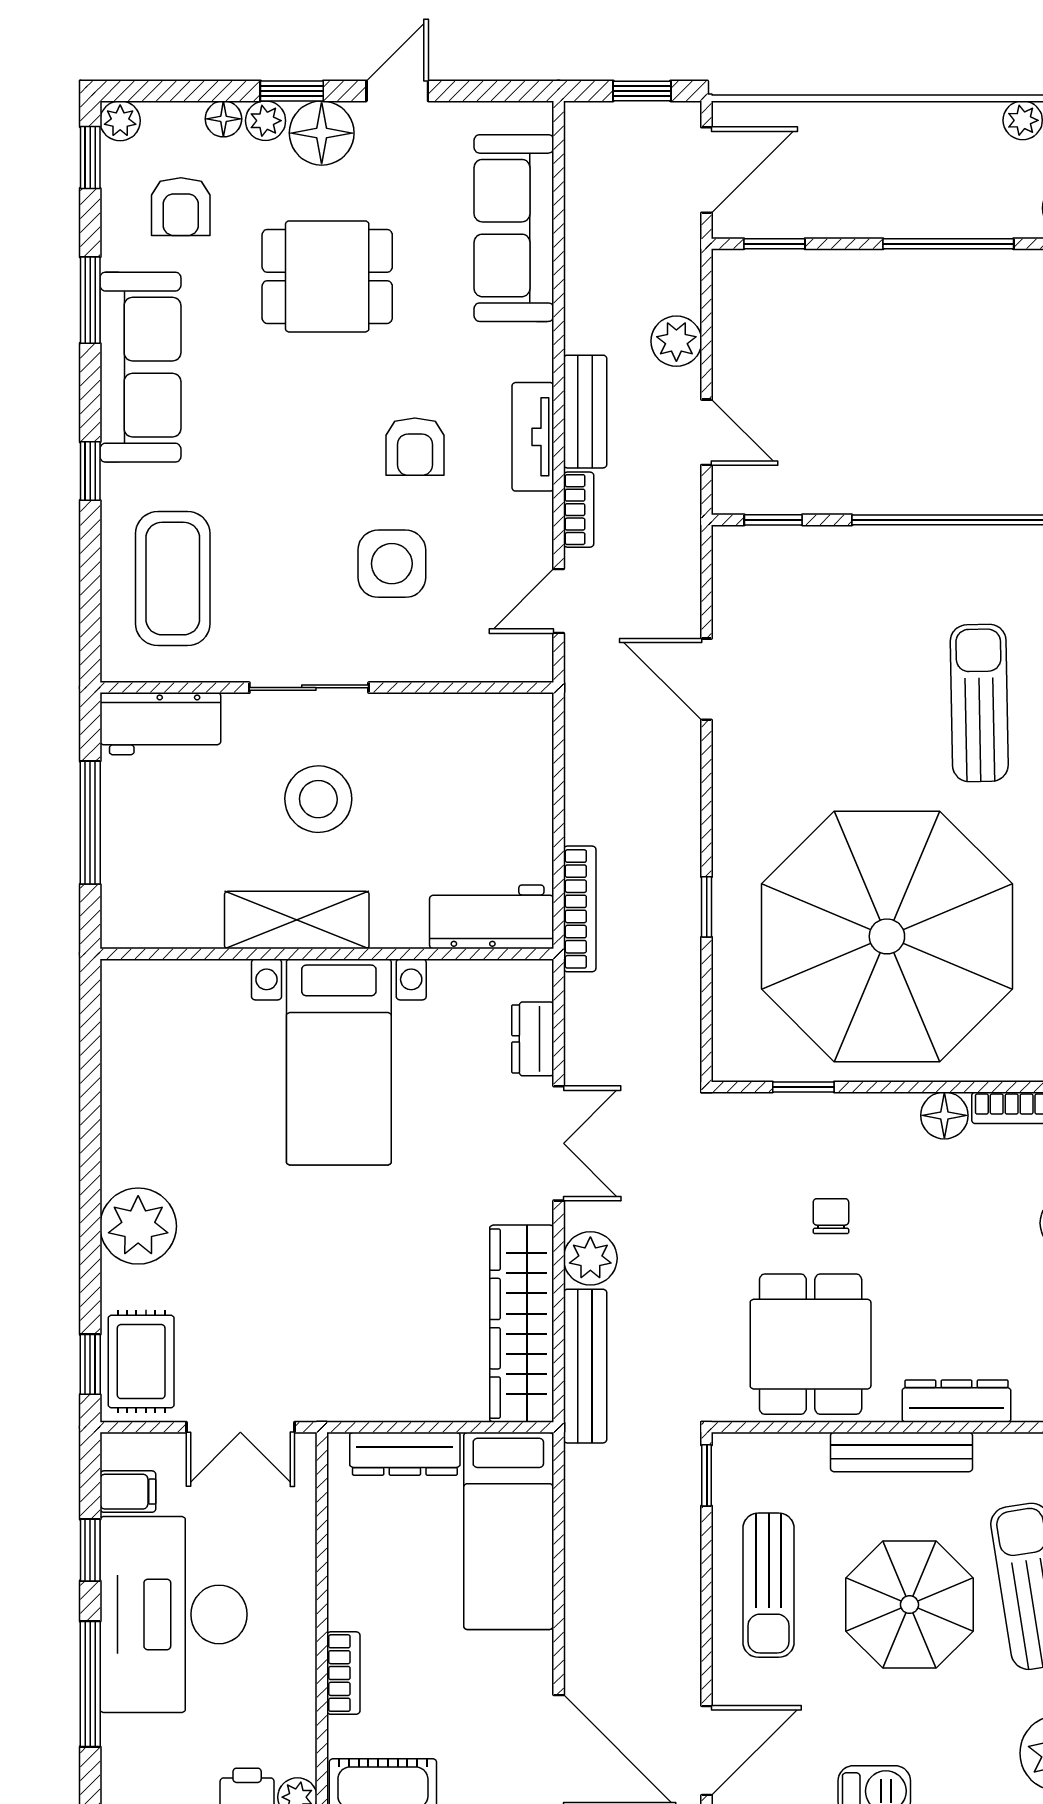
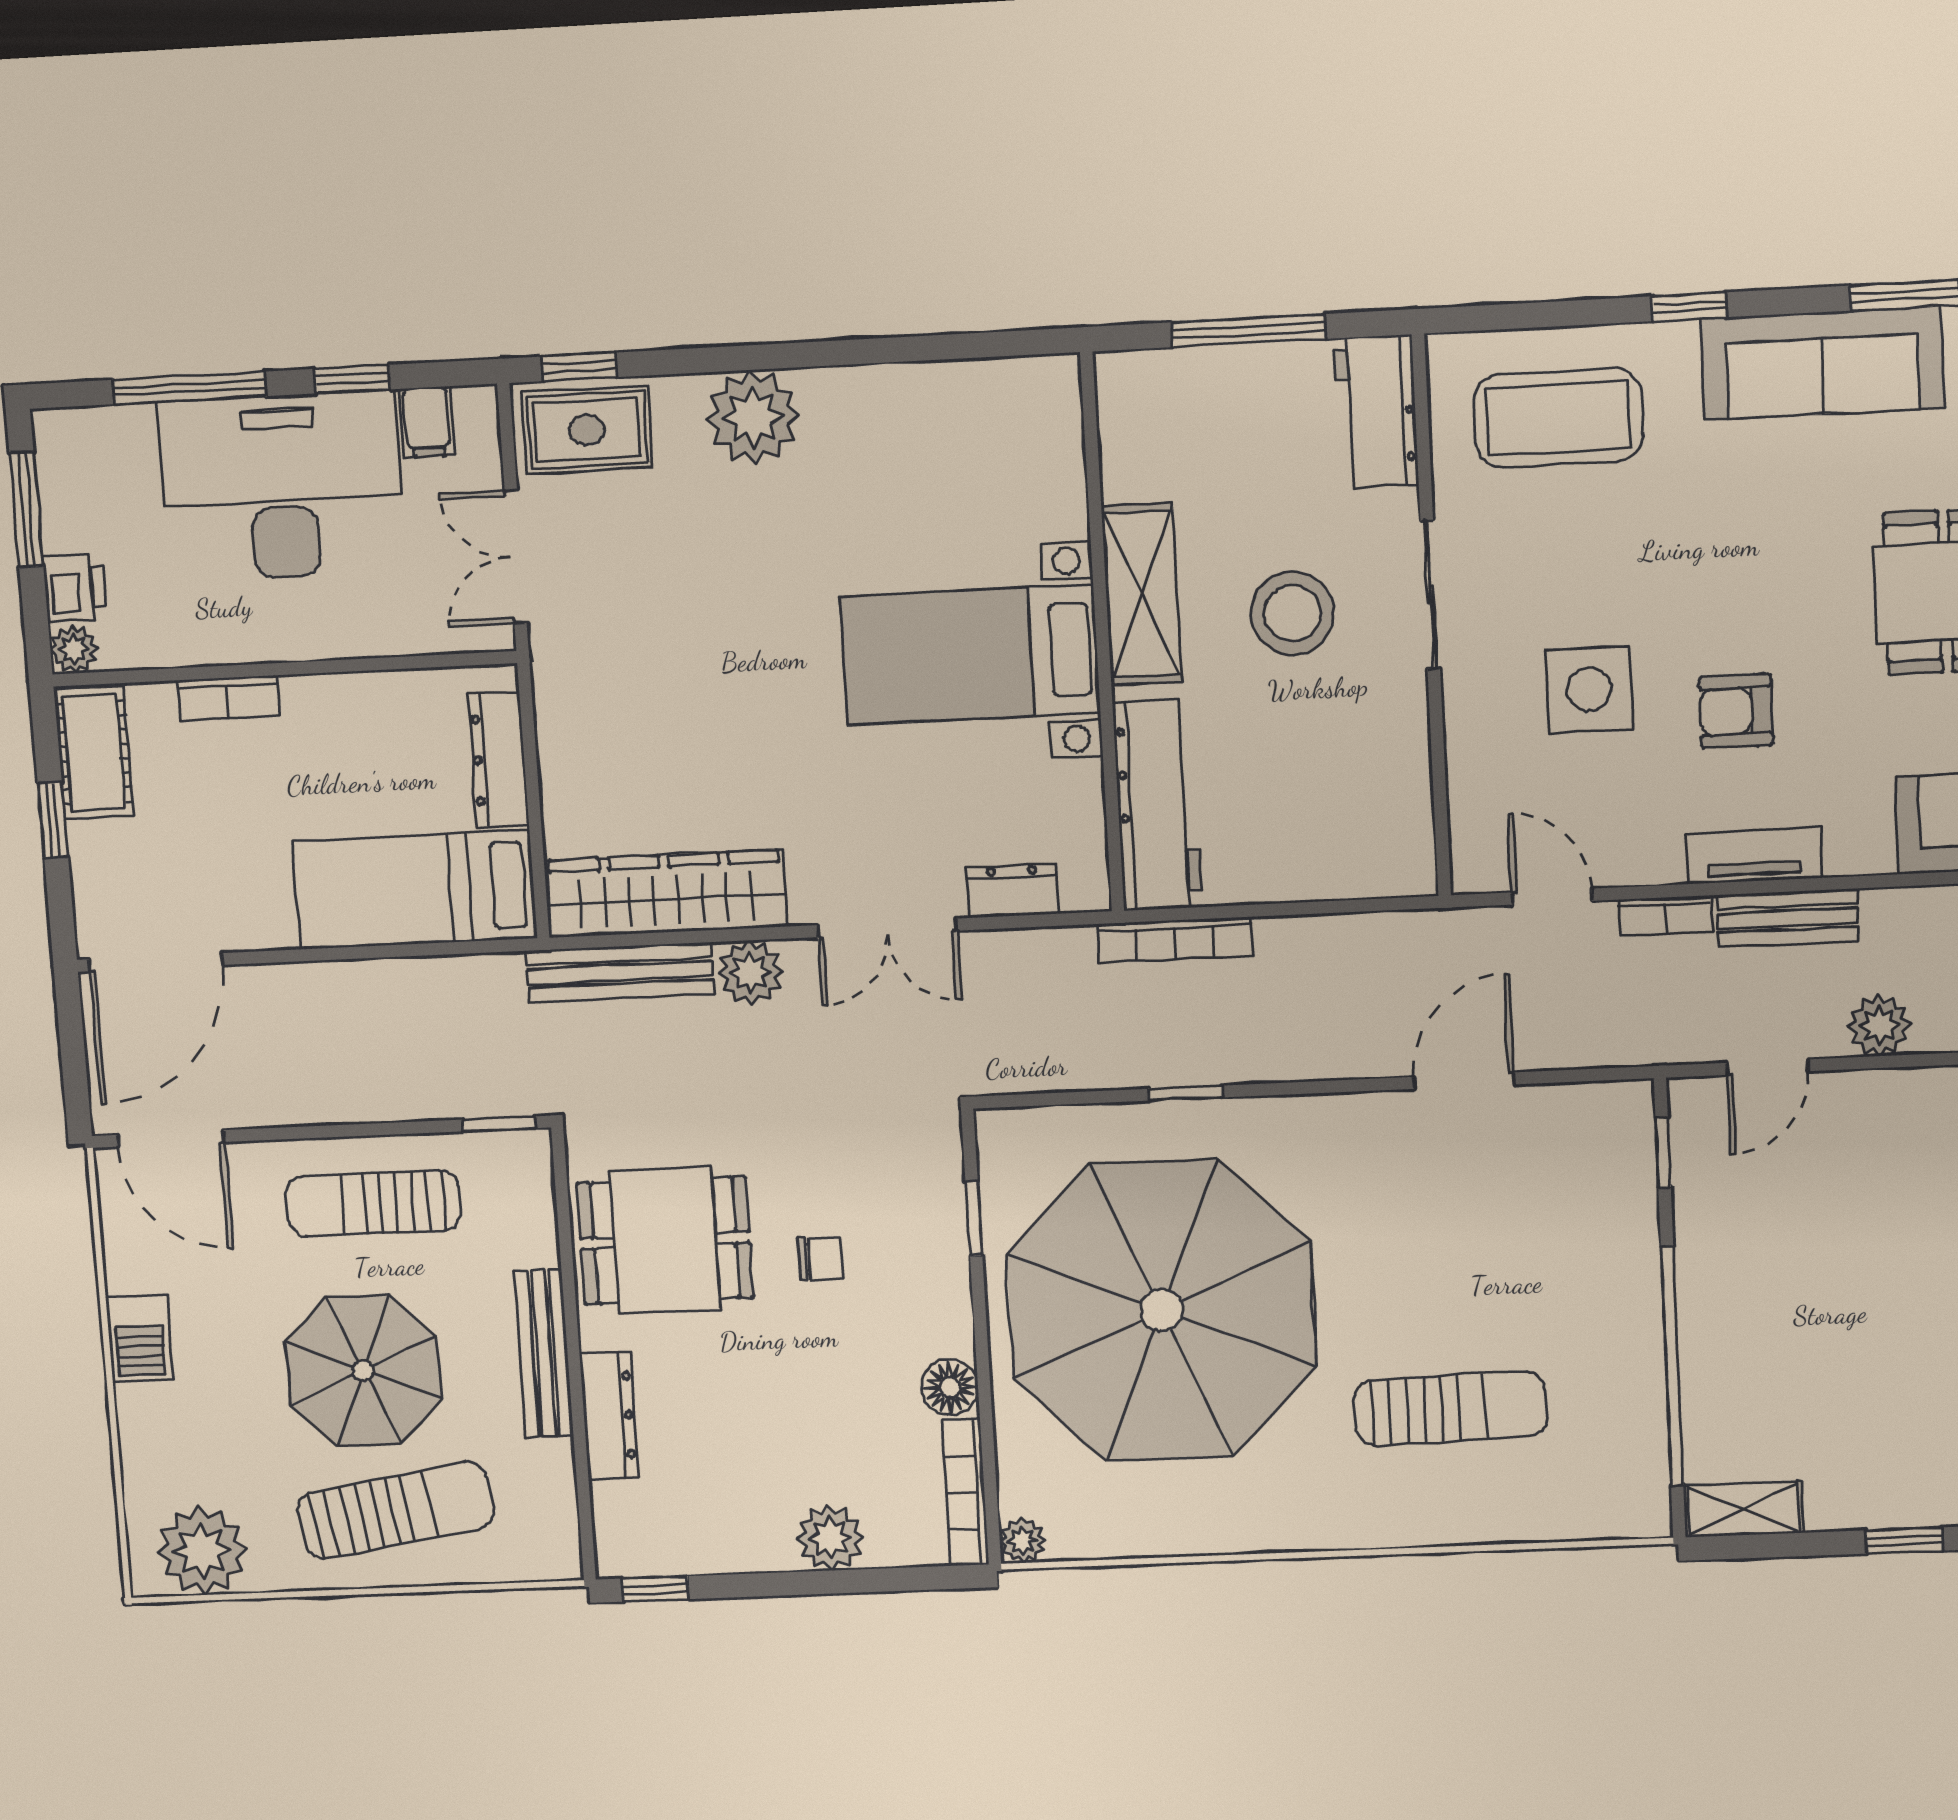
workbench: (492, 917) -> (1157, 805), width x1.37

